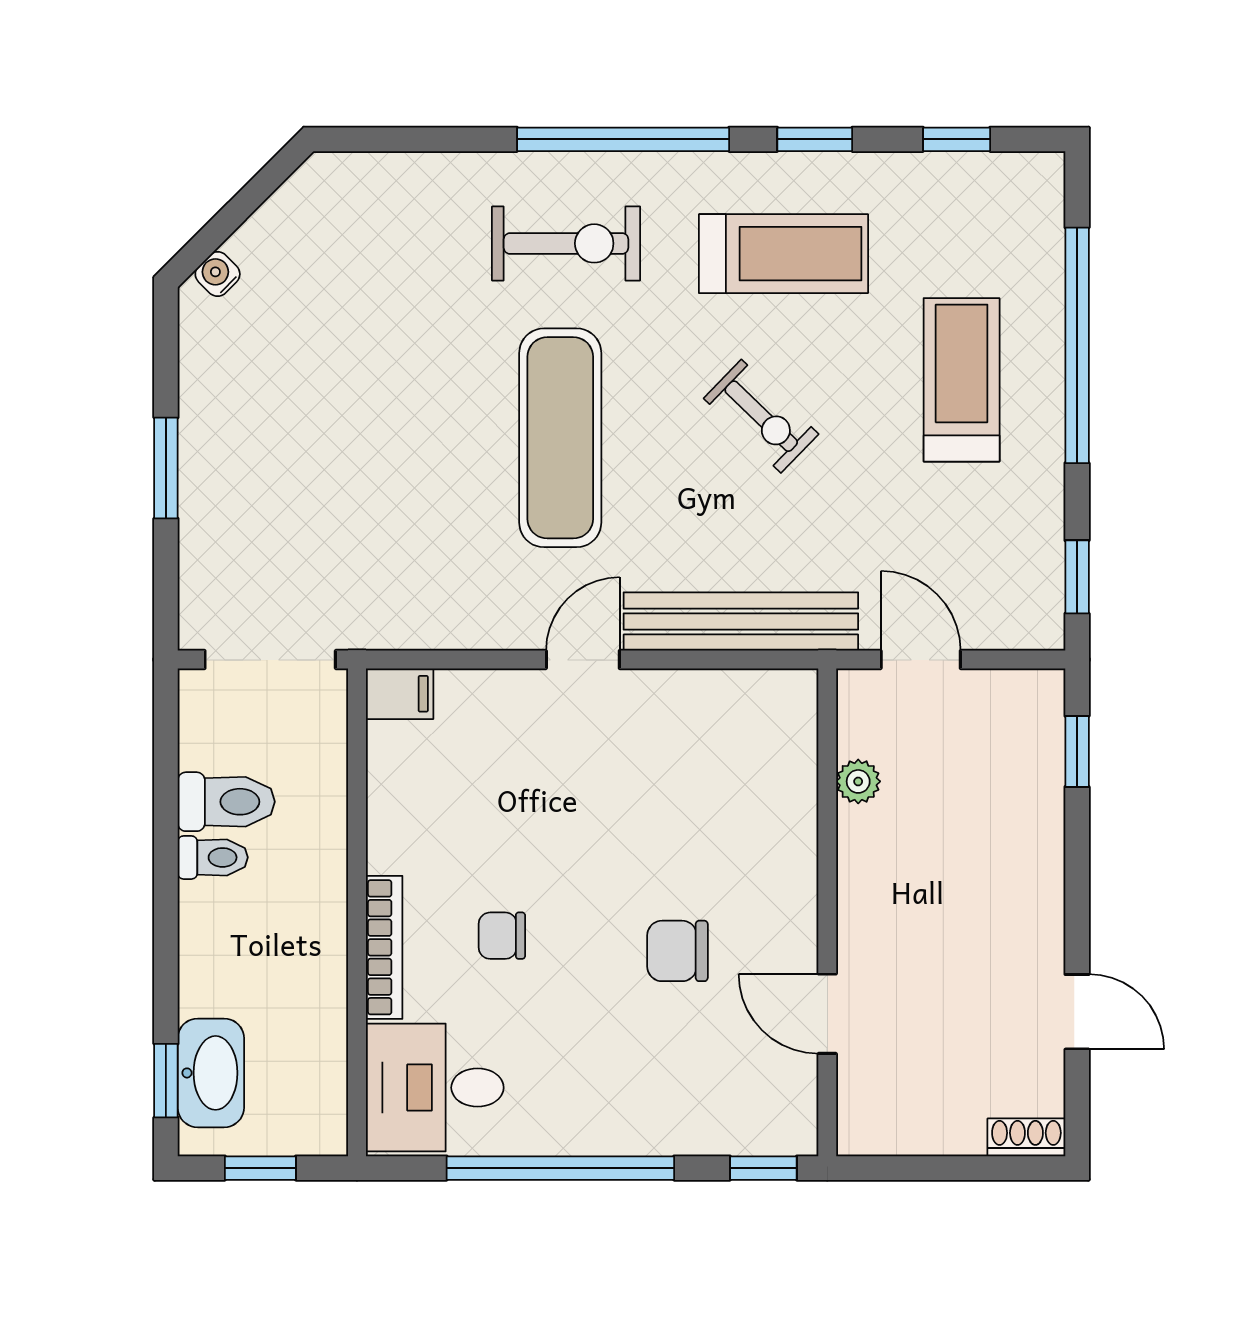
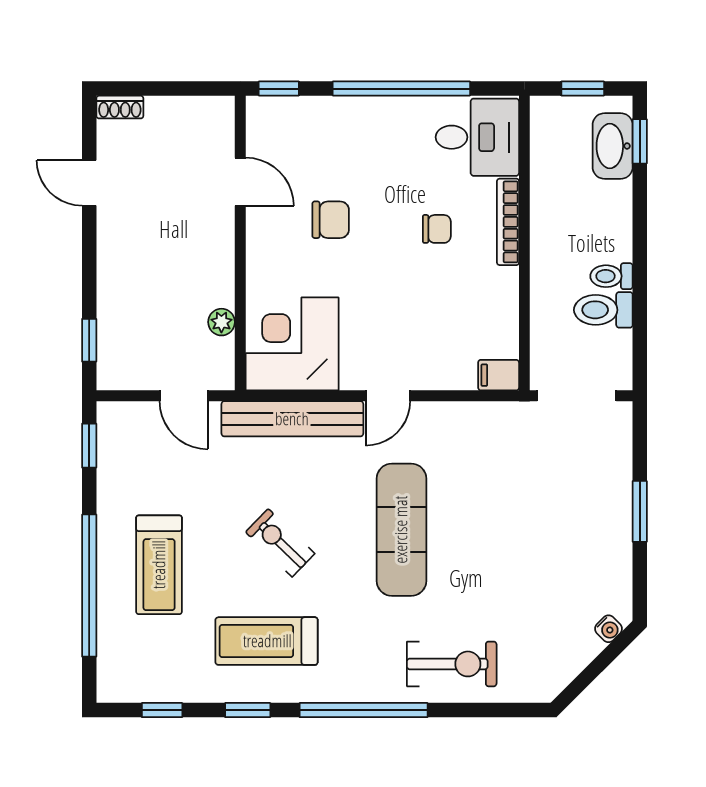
exercise bike: (566, 243) -> (452, 664), moved, turned 180
corner desk: (741, 745) -> (292, 344), added

